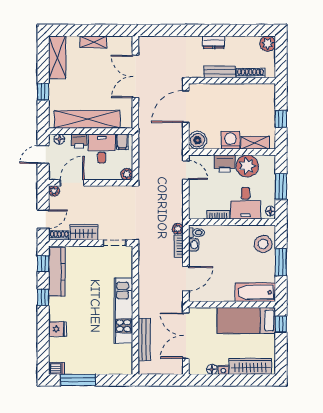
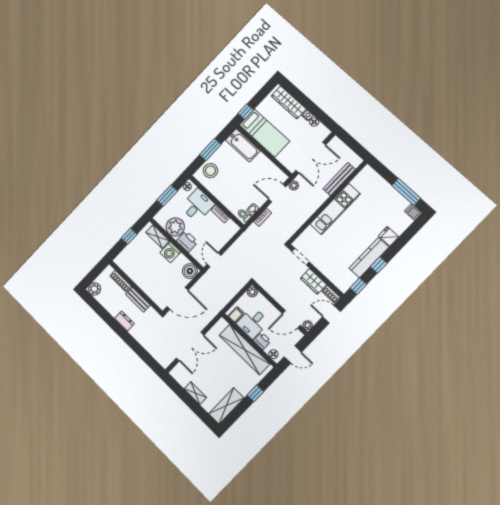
plant: (178, 229) -> (294, 186), moved
kitchen counter: (57, 272) -> (369, 258), moved

